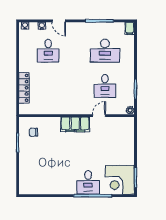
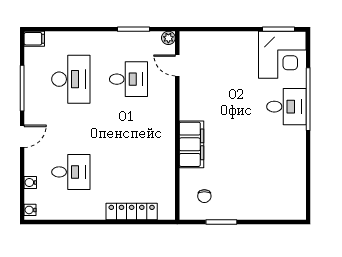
door: (59, 21) -> (22, 136), moved
door: (99, 116) -> (177, 65), moved
filing cabinet: (75, 124) -> (191, 144), moved

